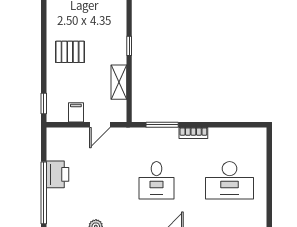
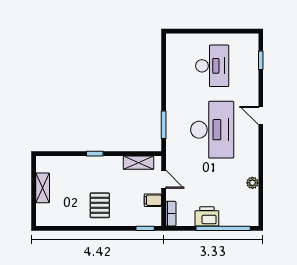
shelving: (119, 82) -> (138, 163), moved
bookcase: (193, 133) -> (171, 214), moved
desk: (157, 180) -> (212, 130), width x1.87, depth x1.30

